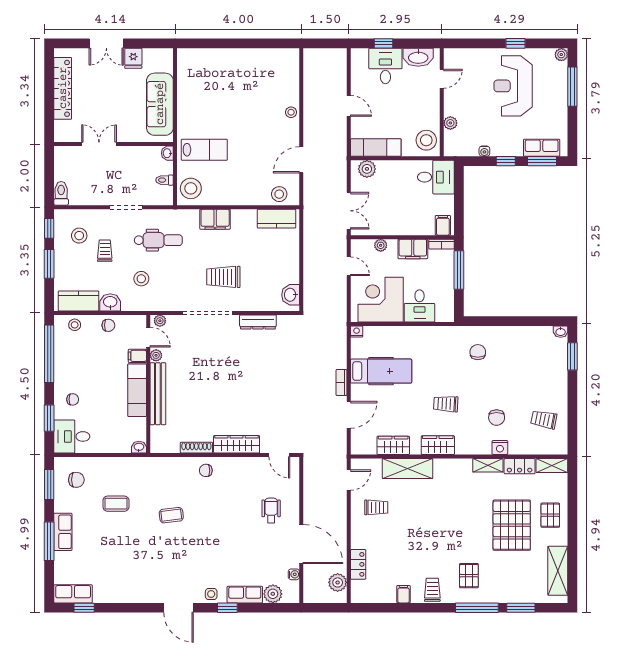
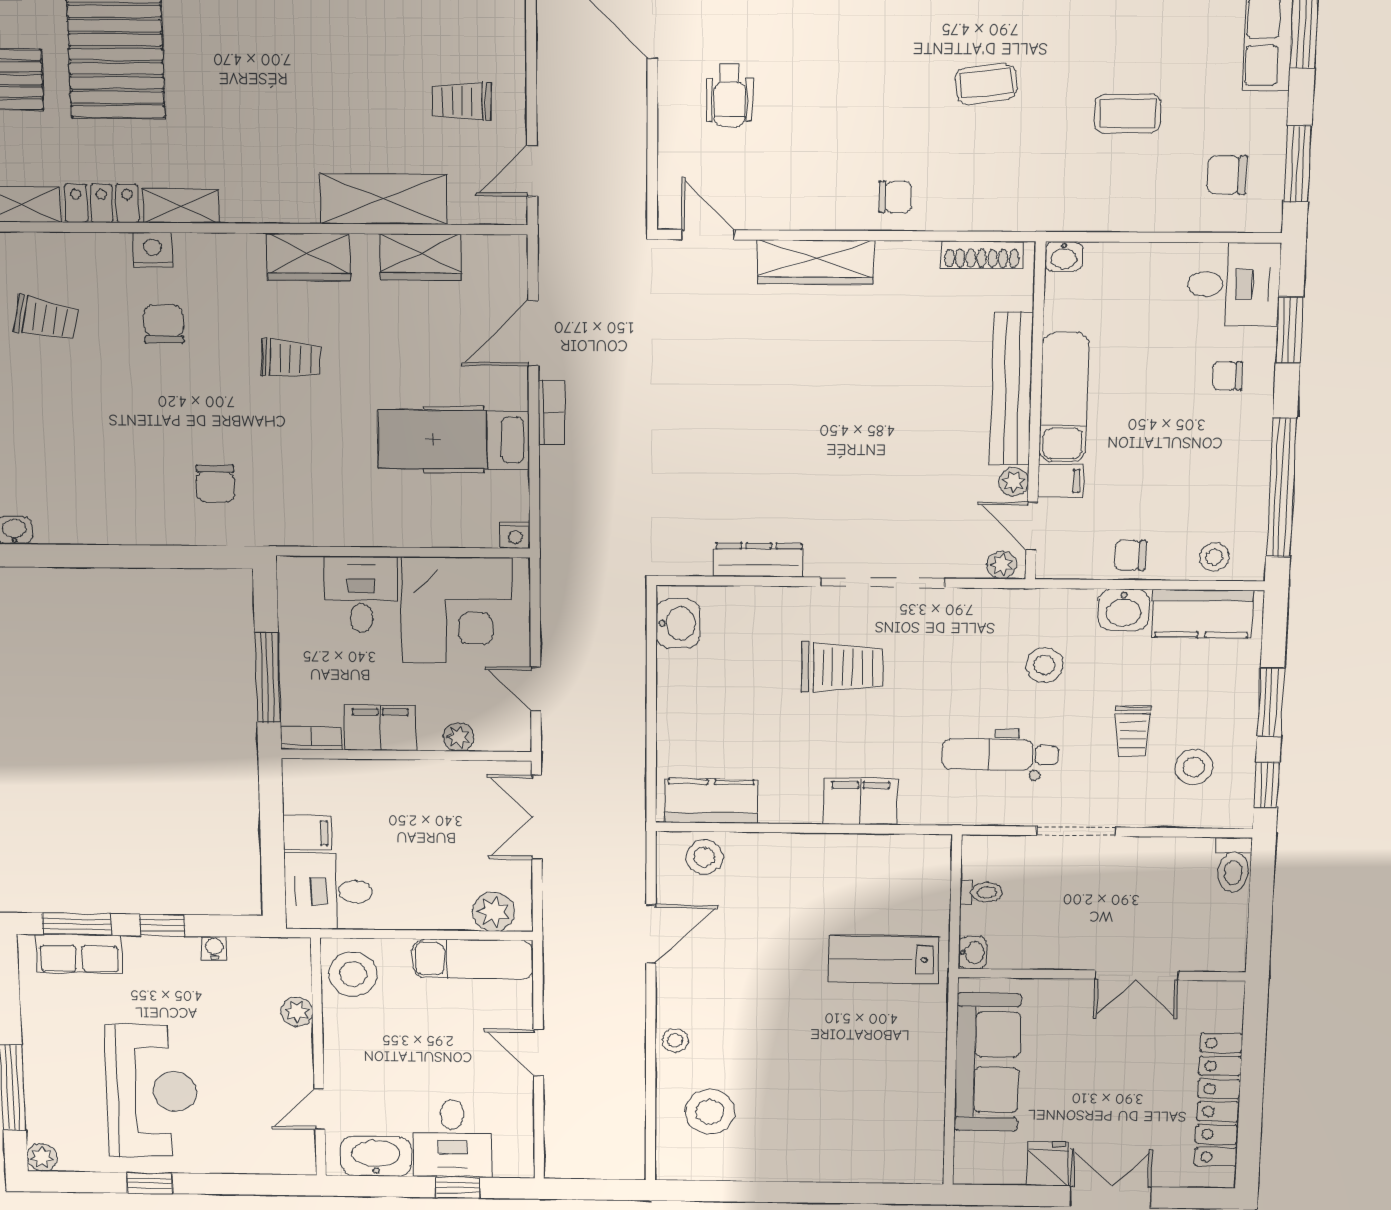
stool: (191, 188) -> (710, 1112), moved
filing cabinet: (443, 225) -> (307, 833), moved, turned -90
shoe rack: (196, 448) -> (982, 255), moved

